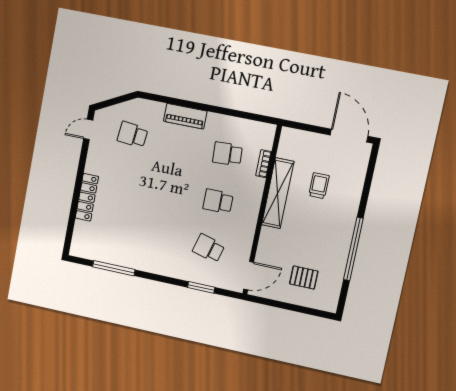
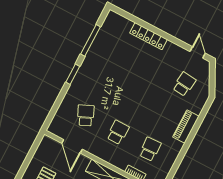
school desk: (209, 248) -> (86, 115), turned -39
door: (249, 276) -> (72, 146), moved
window: (201, 287) -> (73, 74), moved

